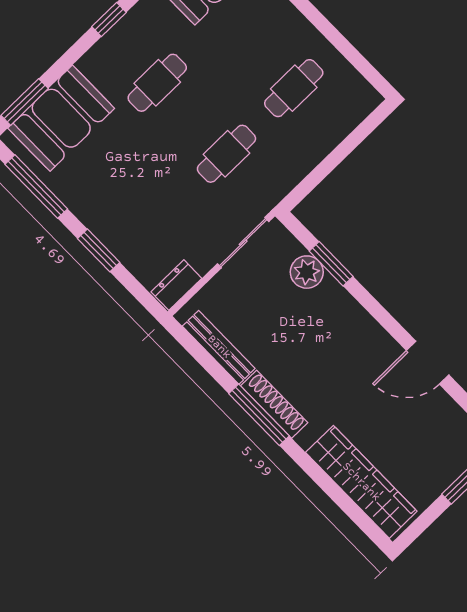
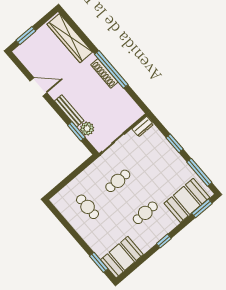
cafe table: (294, 88) -> (88, 207), turned 90
bench: (219, 347) -> (69, 111), moved
window: (259, 415) -> (111, 69), width x1.46

